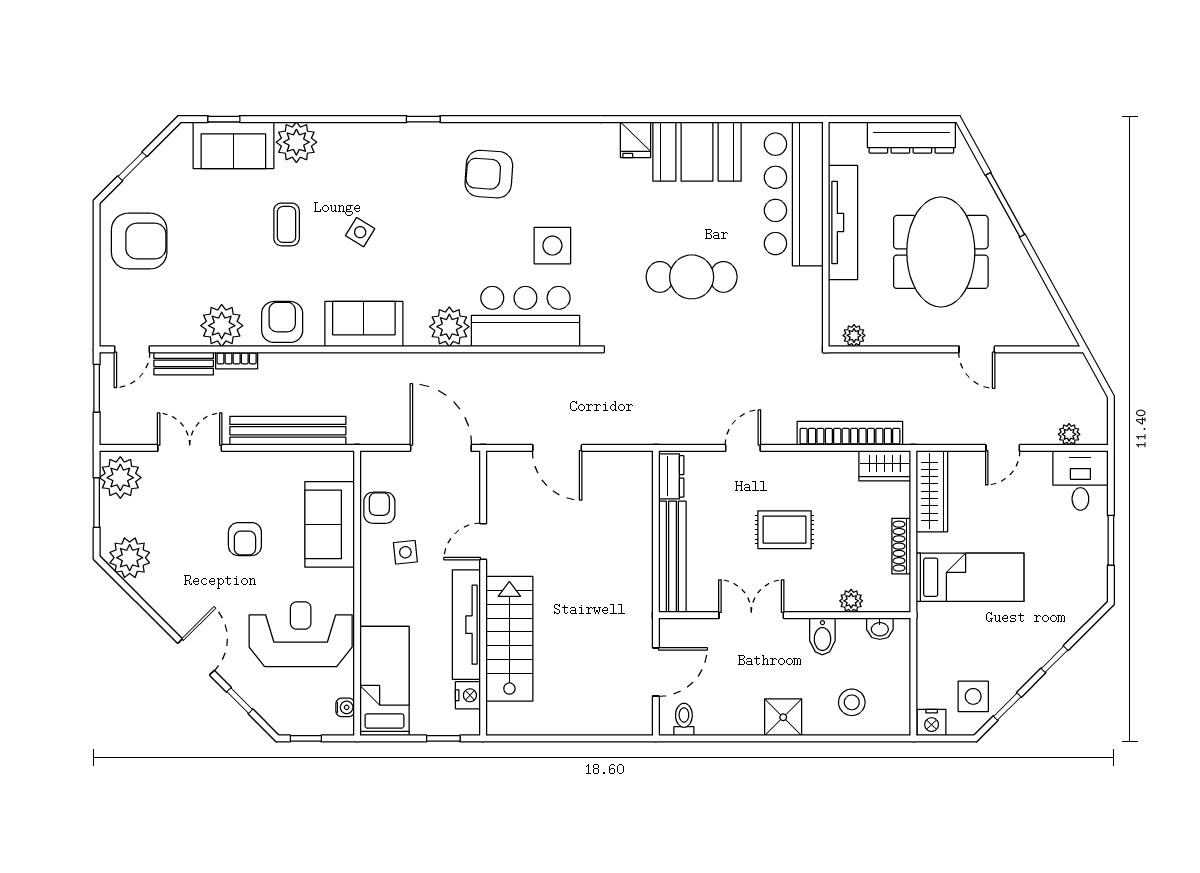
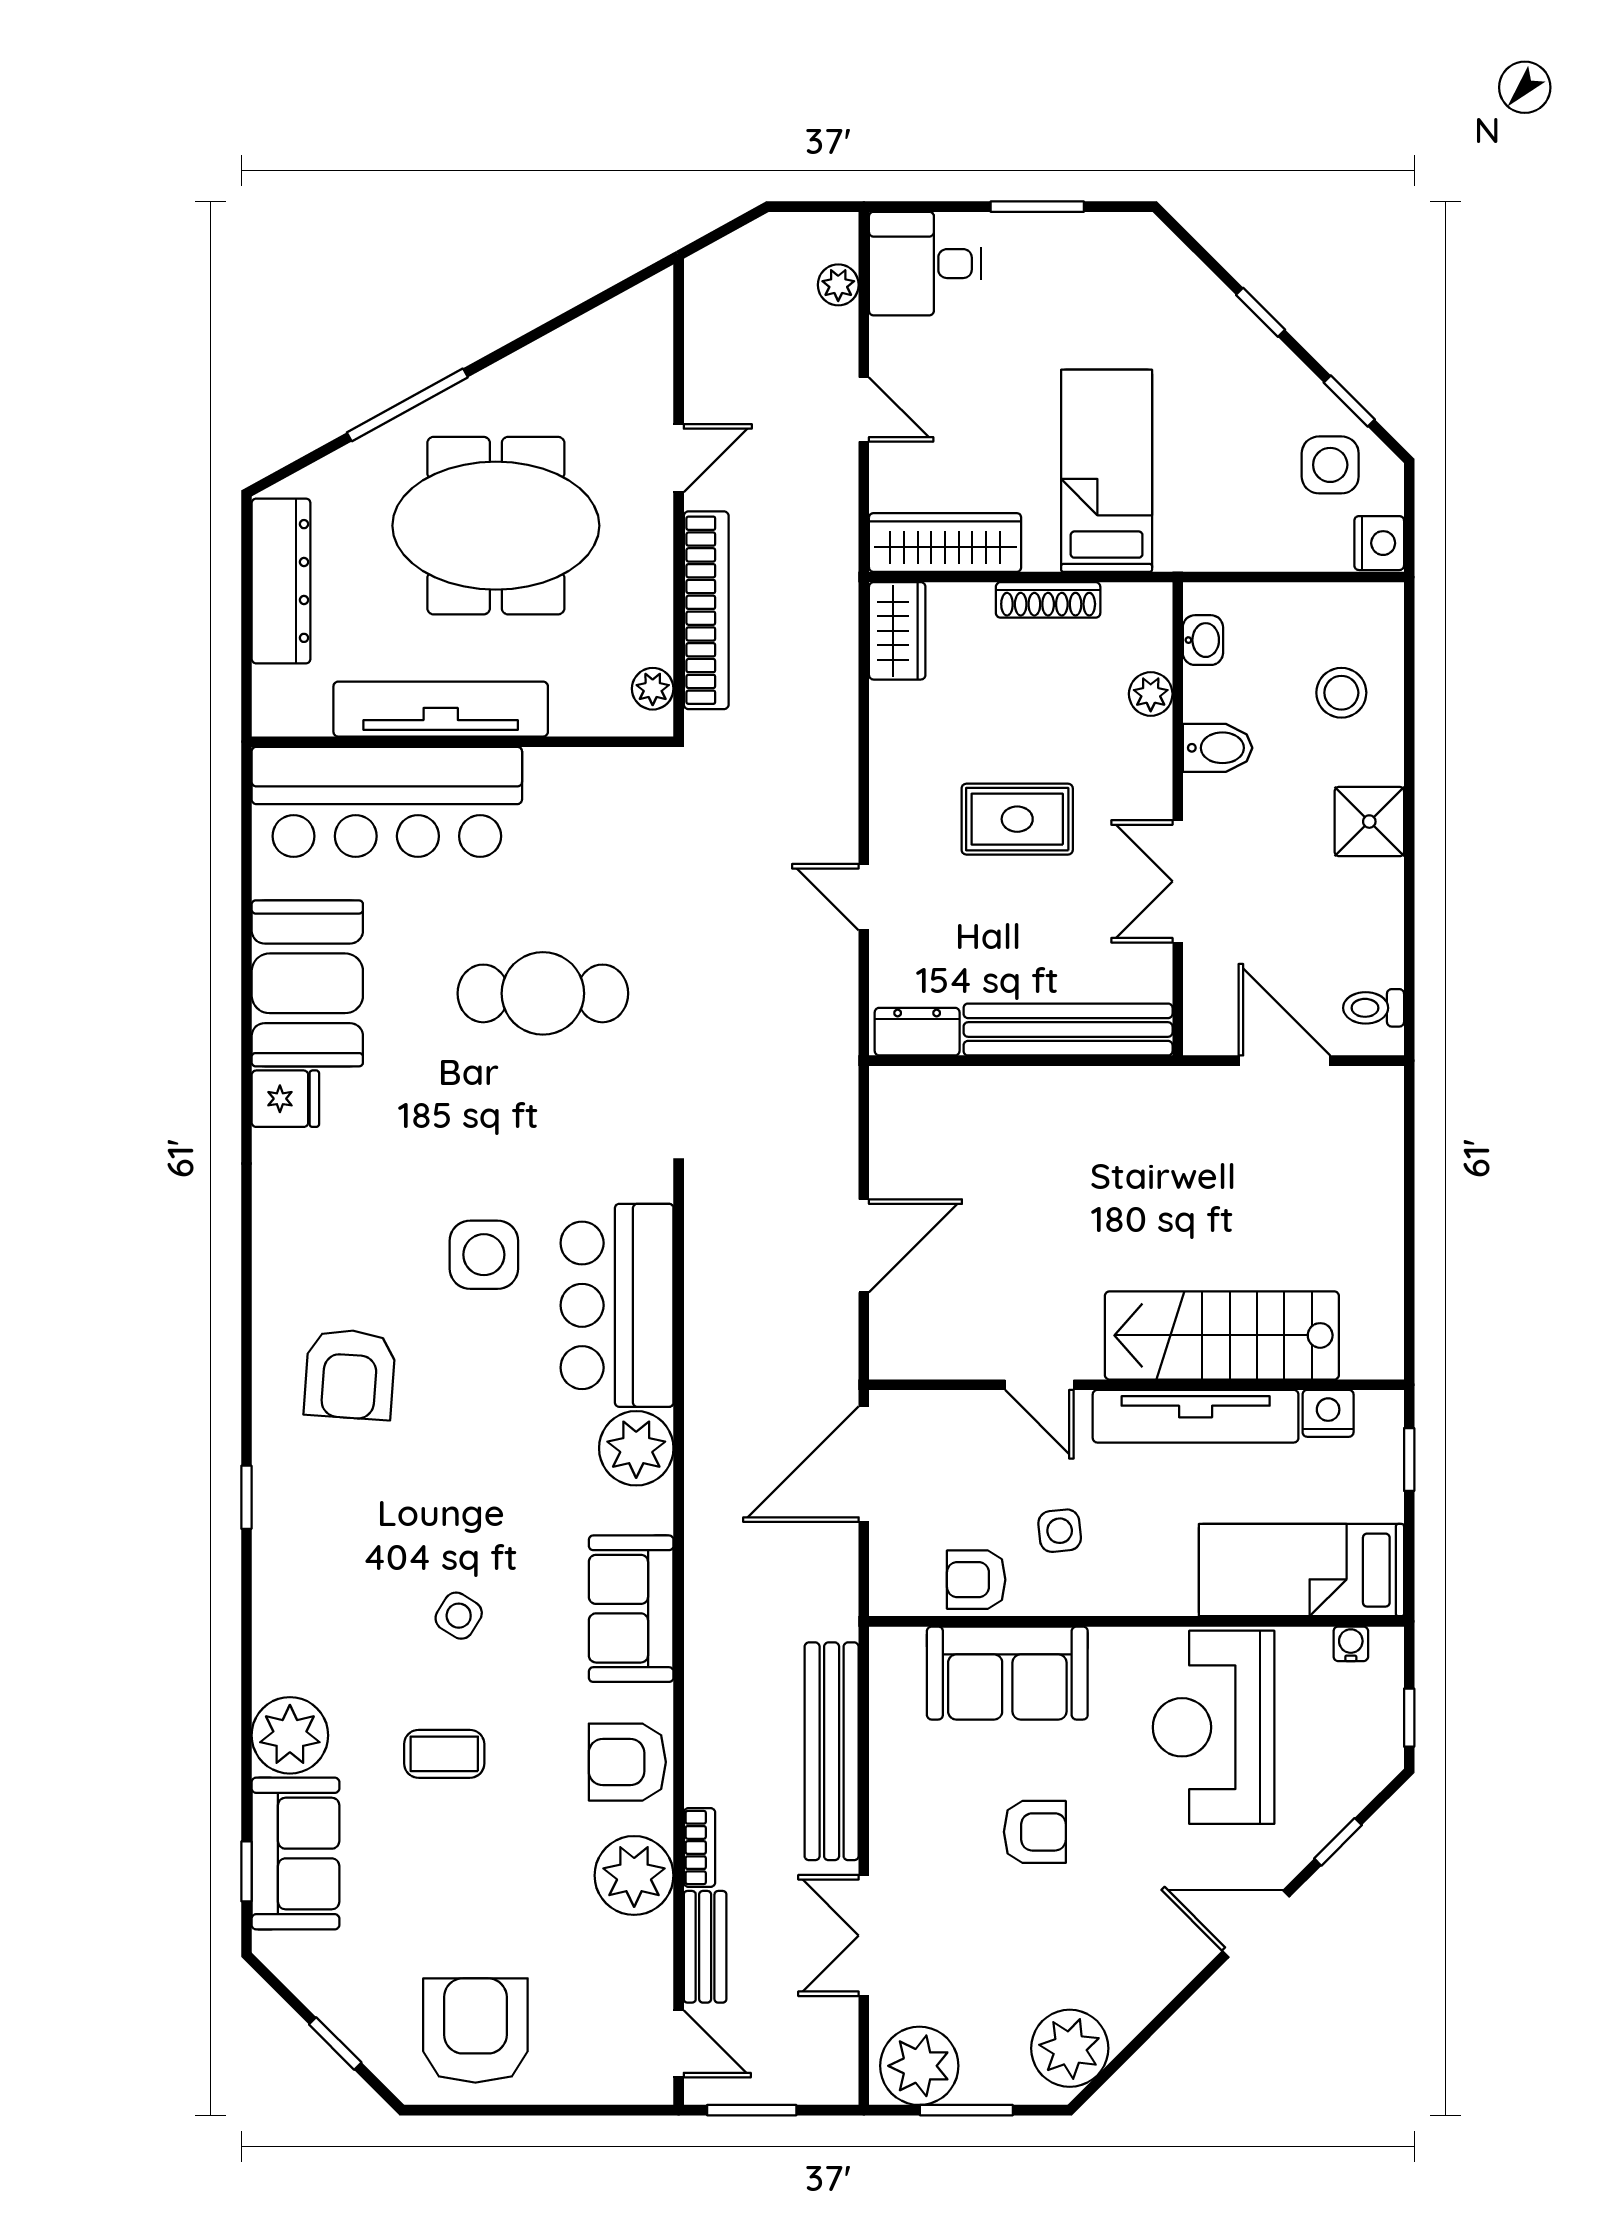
cafe table: (692, 277) -> (543, 993), turned 90
bookcase: (850, 433) -> (706, 610), moved, turned 180
rug: (784, 530) -> (1017, 819), turned 90

